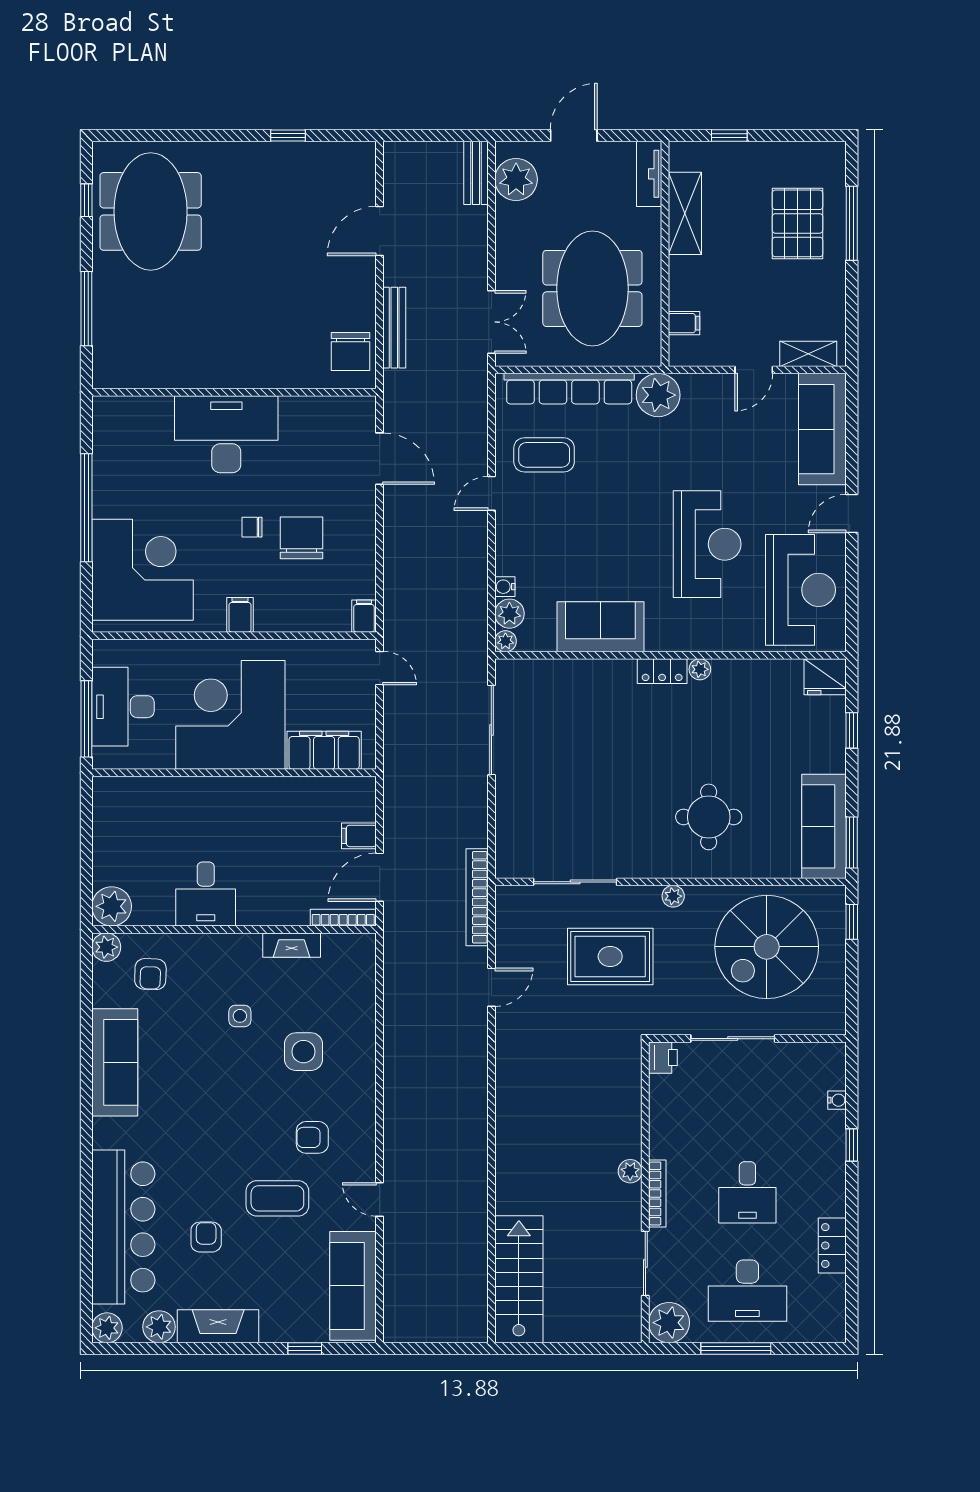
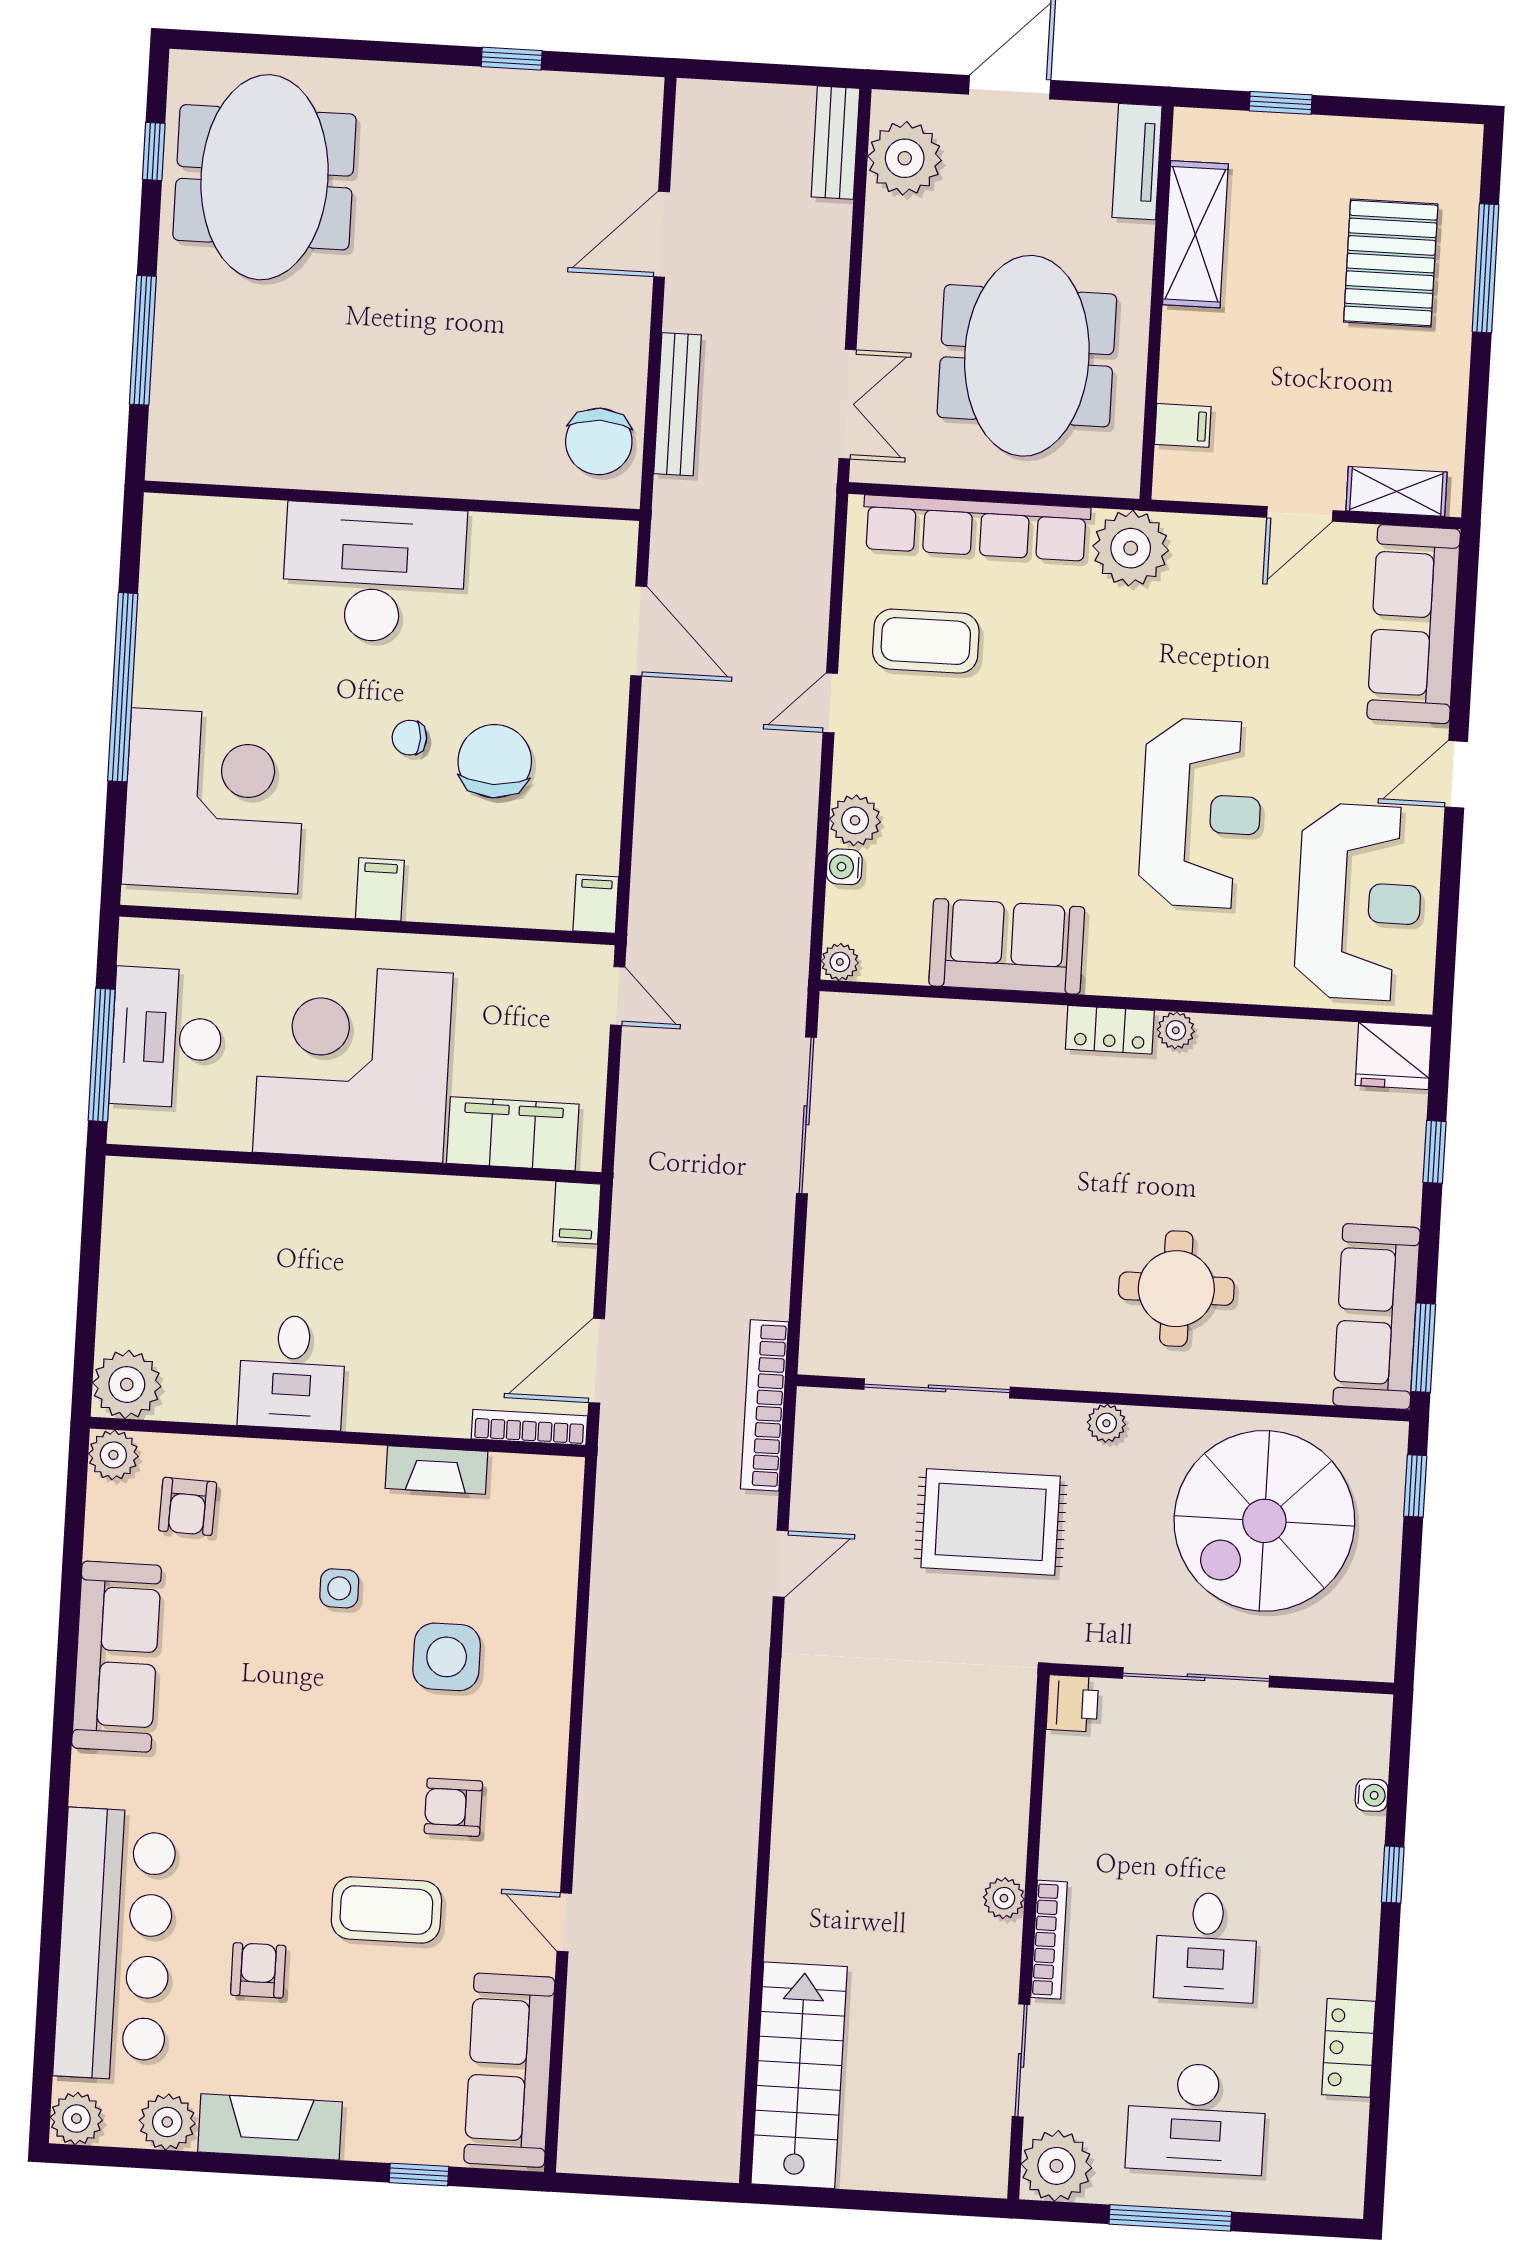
plant: (509, 614) -> (855, 820), moved
filing cabinet: (359, 836) -> (577, 1213), moved, turned -90

